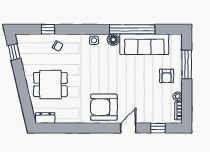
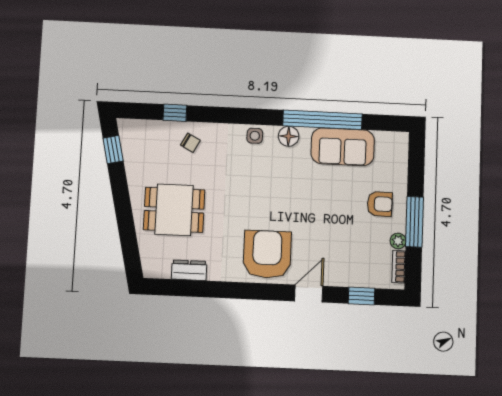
sofa: (144, 44) -> (343, 147), width x0.73
window: (187, 64) -> (415, 222), moved
armchair: (167, 76) -> (380, 204), turned -89
armchair: (104, 107) -> (267, 254), turned 90
dresser: (45, 118) -> (189, 270), moved

